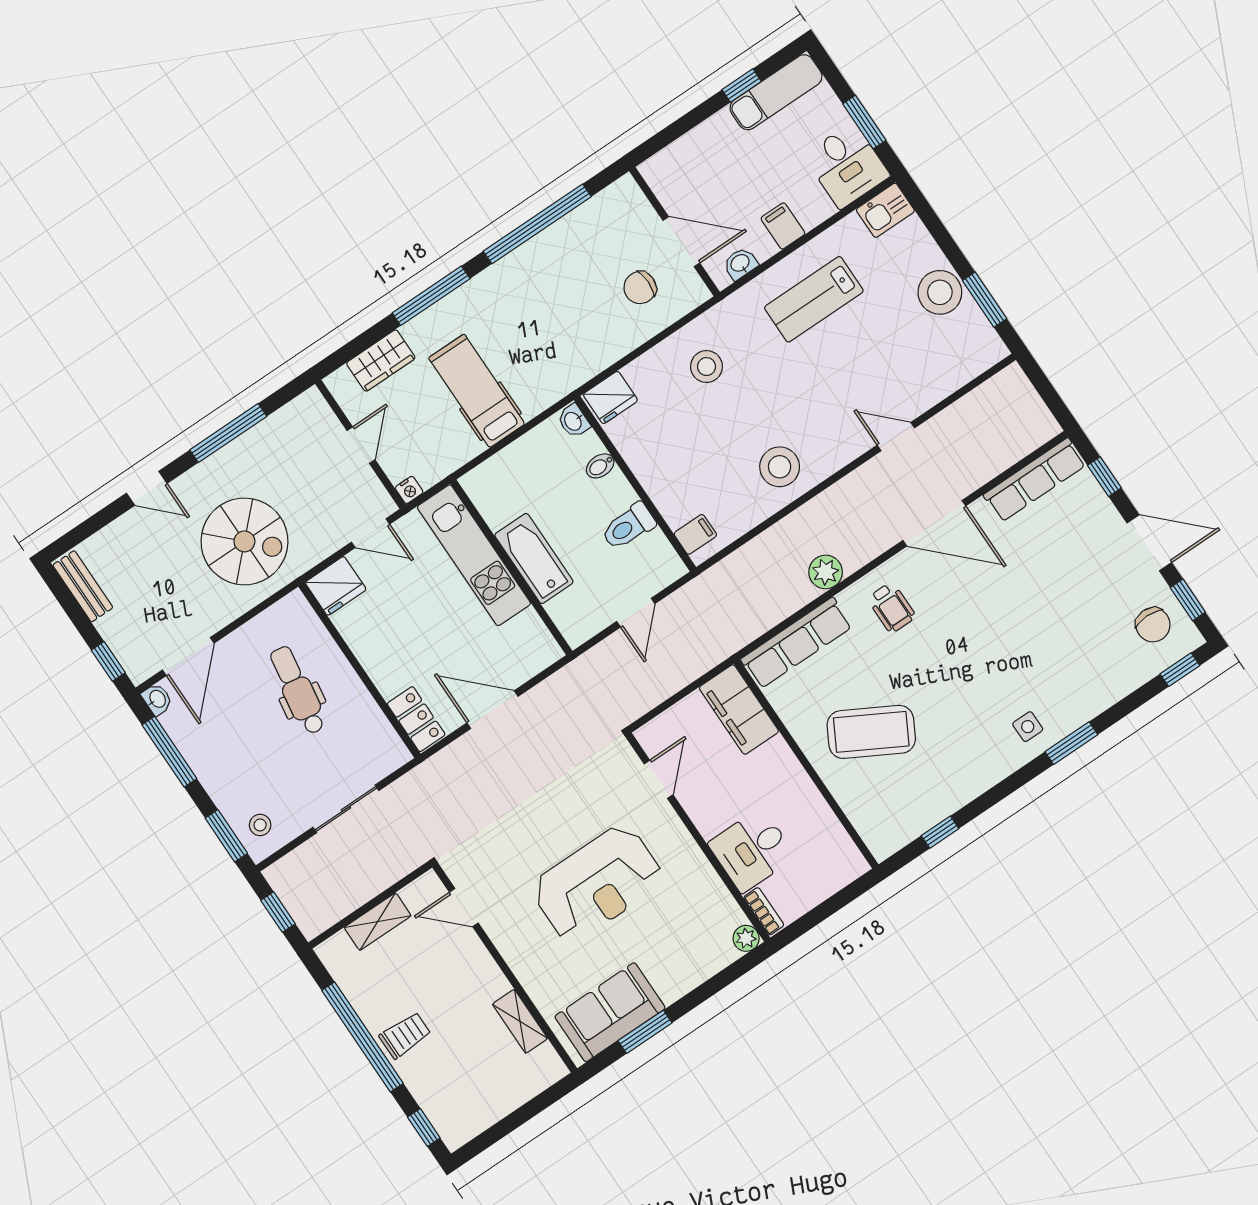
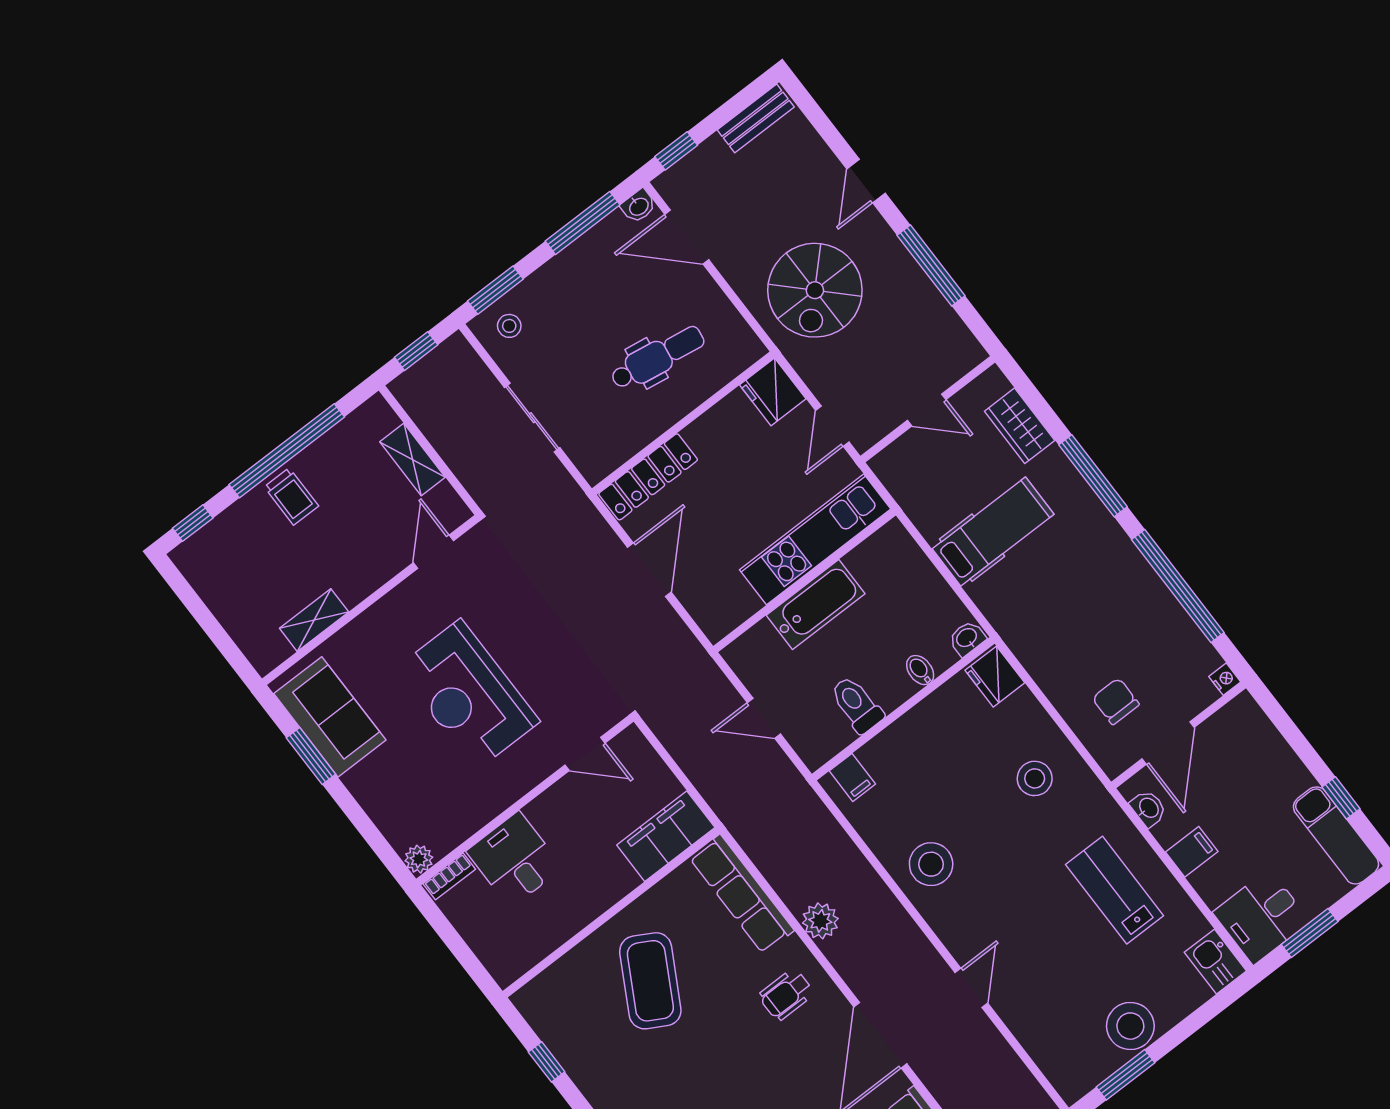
nightstand: (409, 490) -> (1225, 679), moved, turned 180
locker: (416, 719) -> (648, 477), width x1.53

